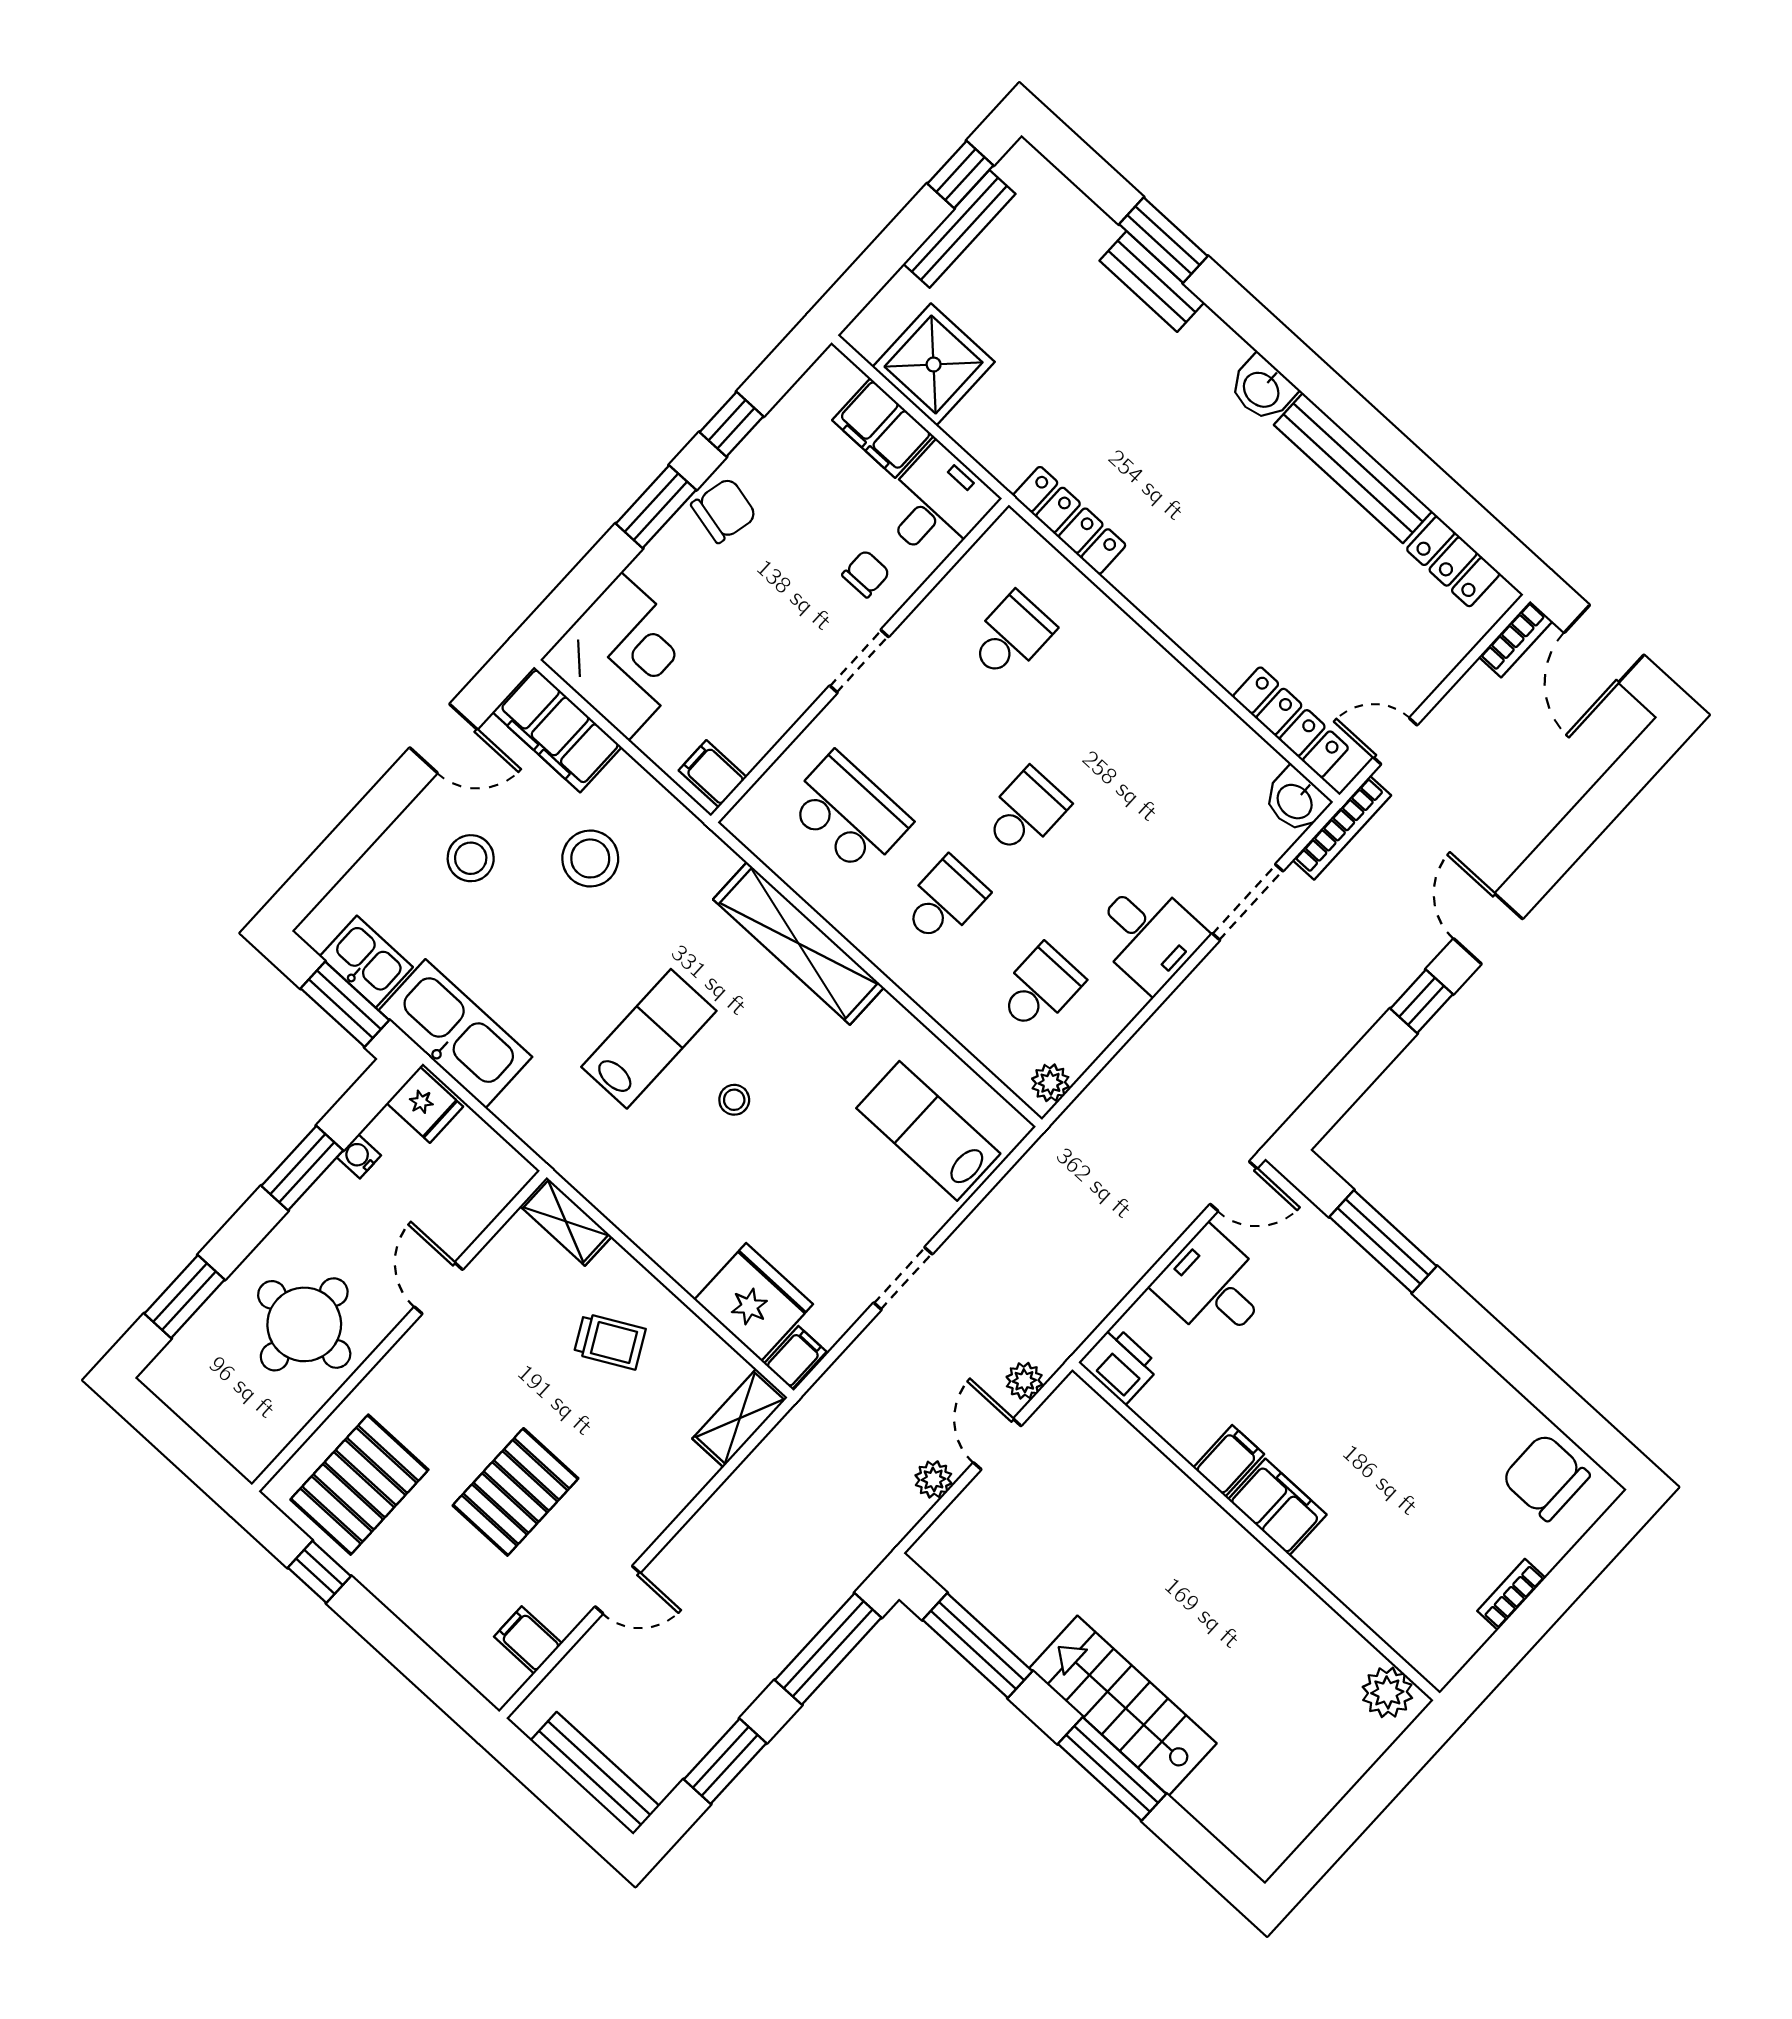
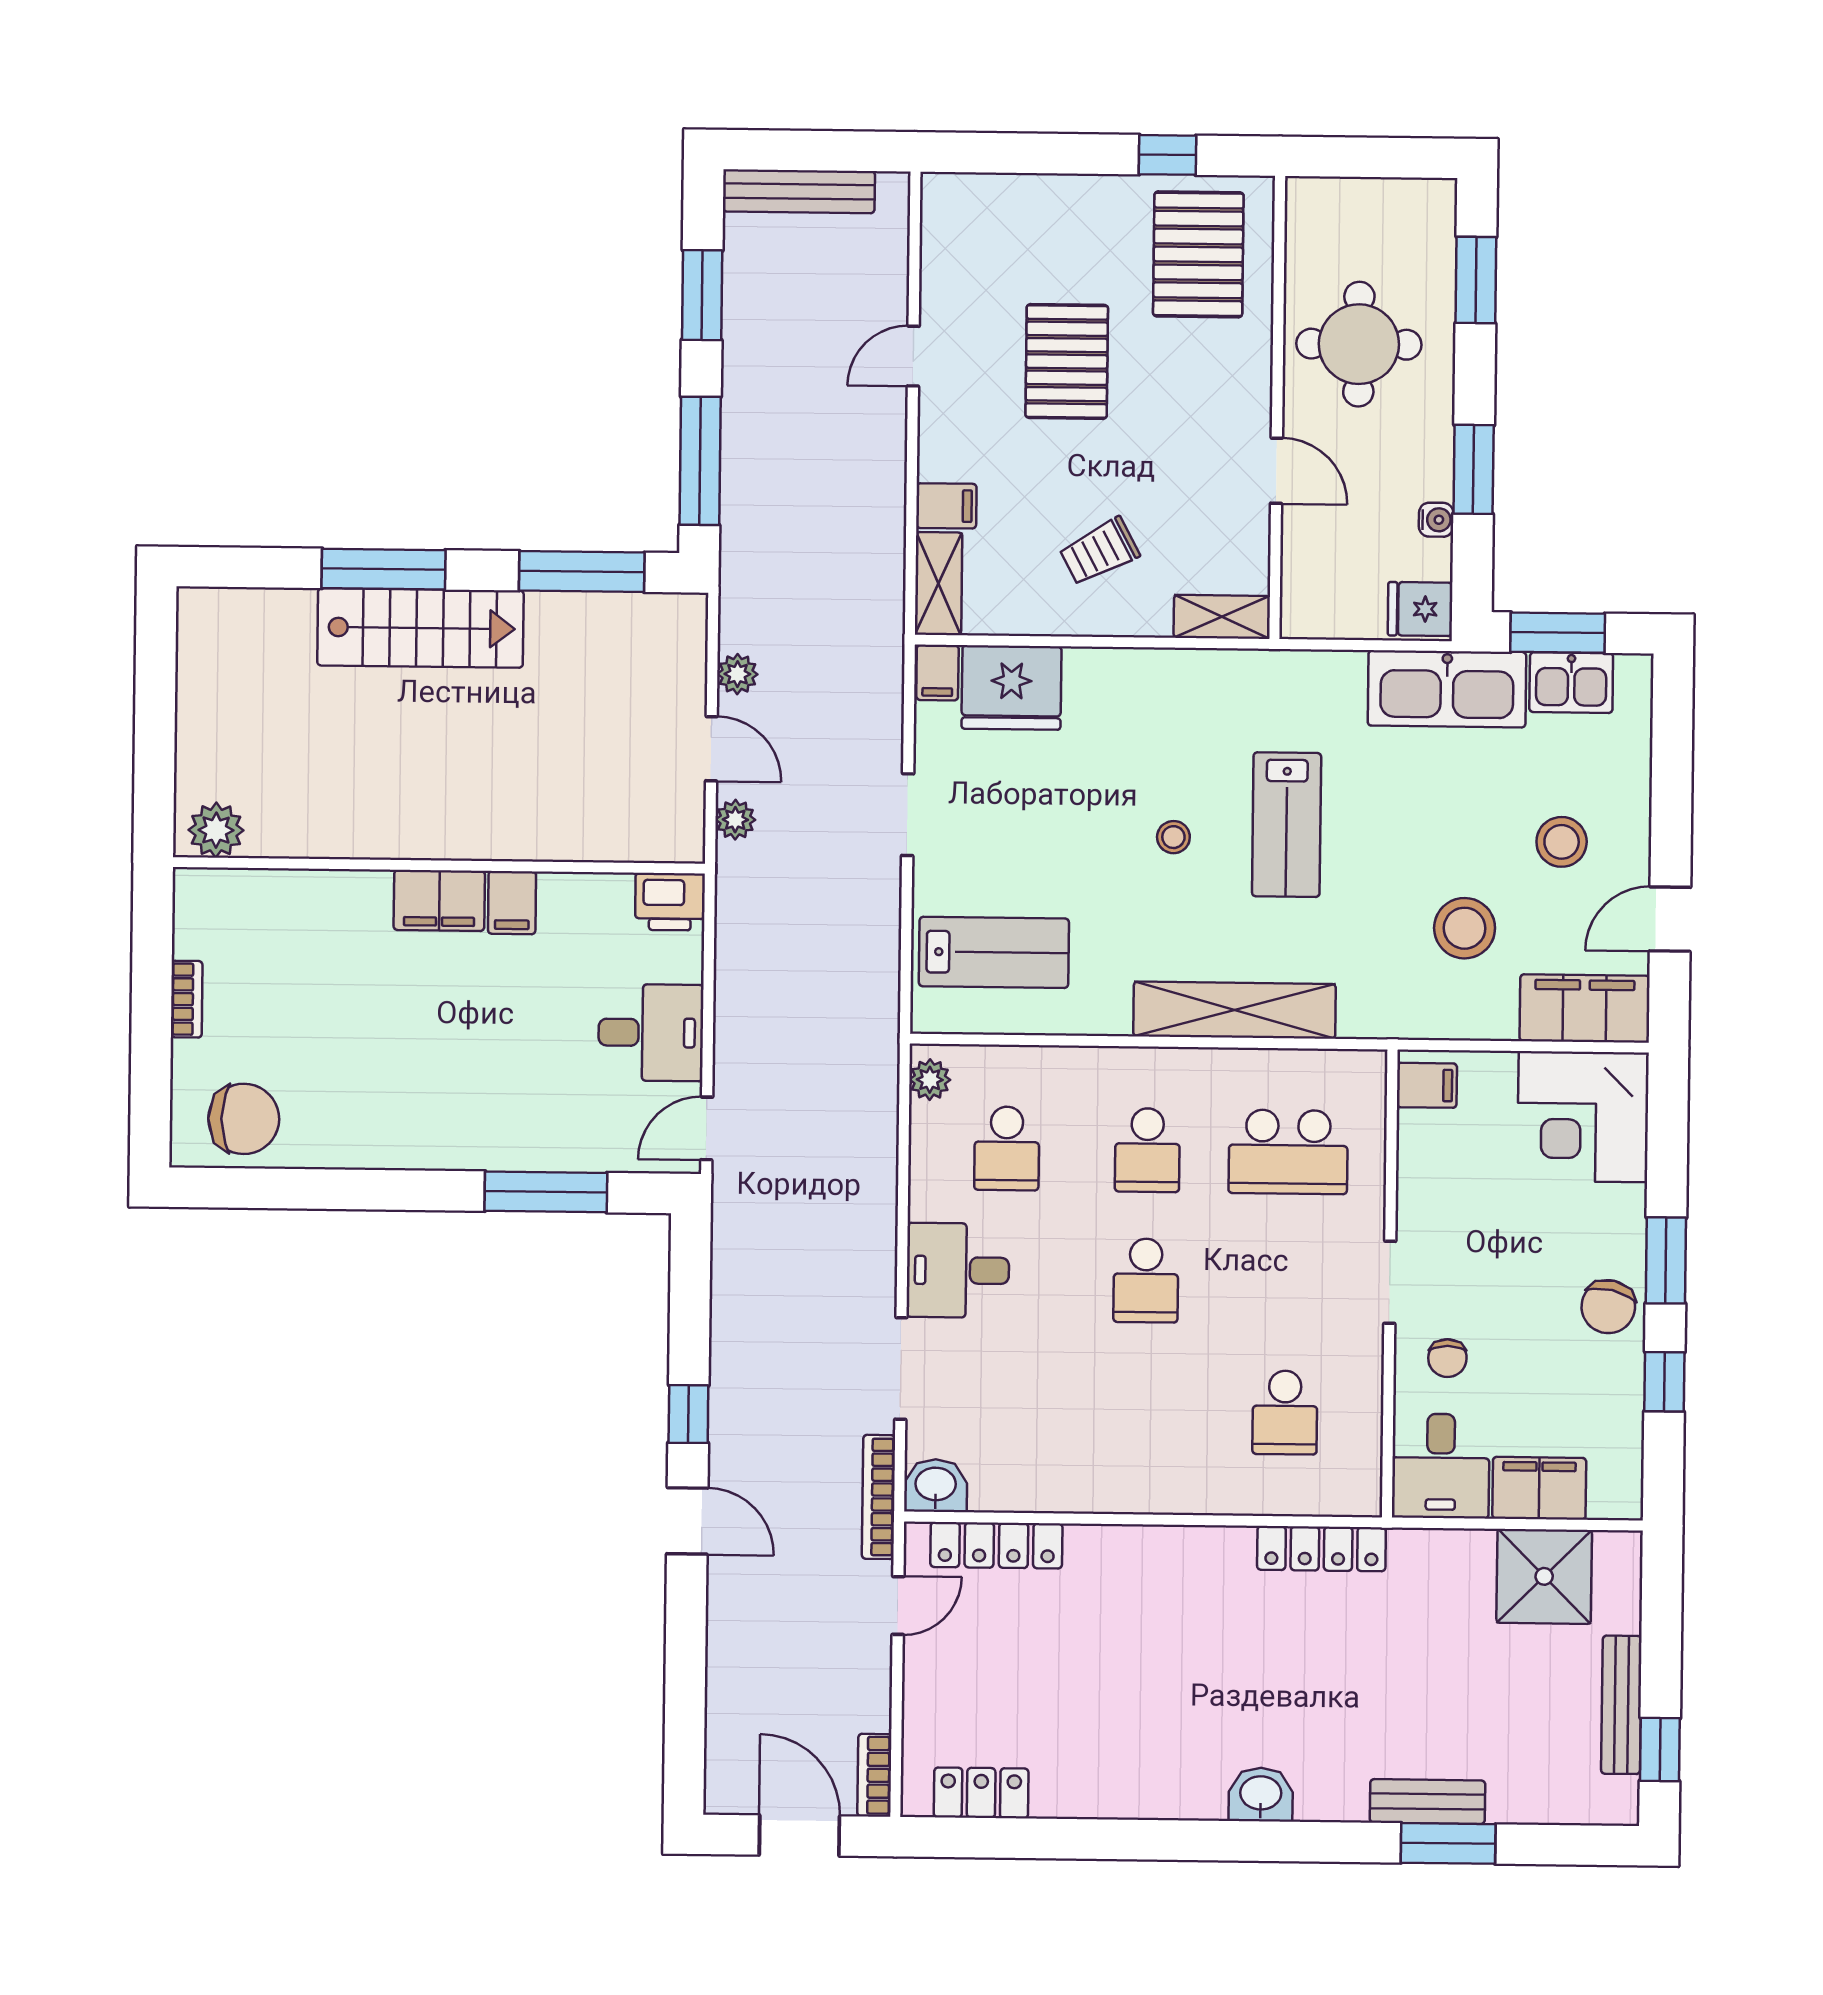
bench: (1353, 468) -> (1130, 1796), removed
filing cabinet: (528, 1640) -> (946, 506), moved

